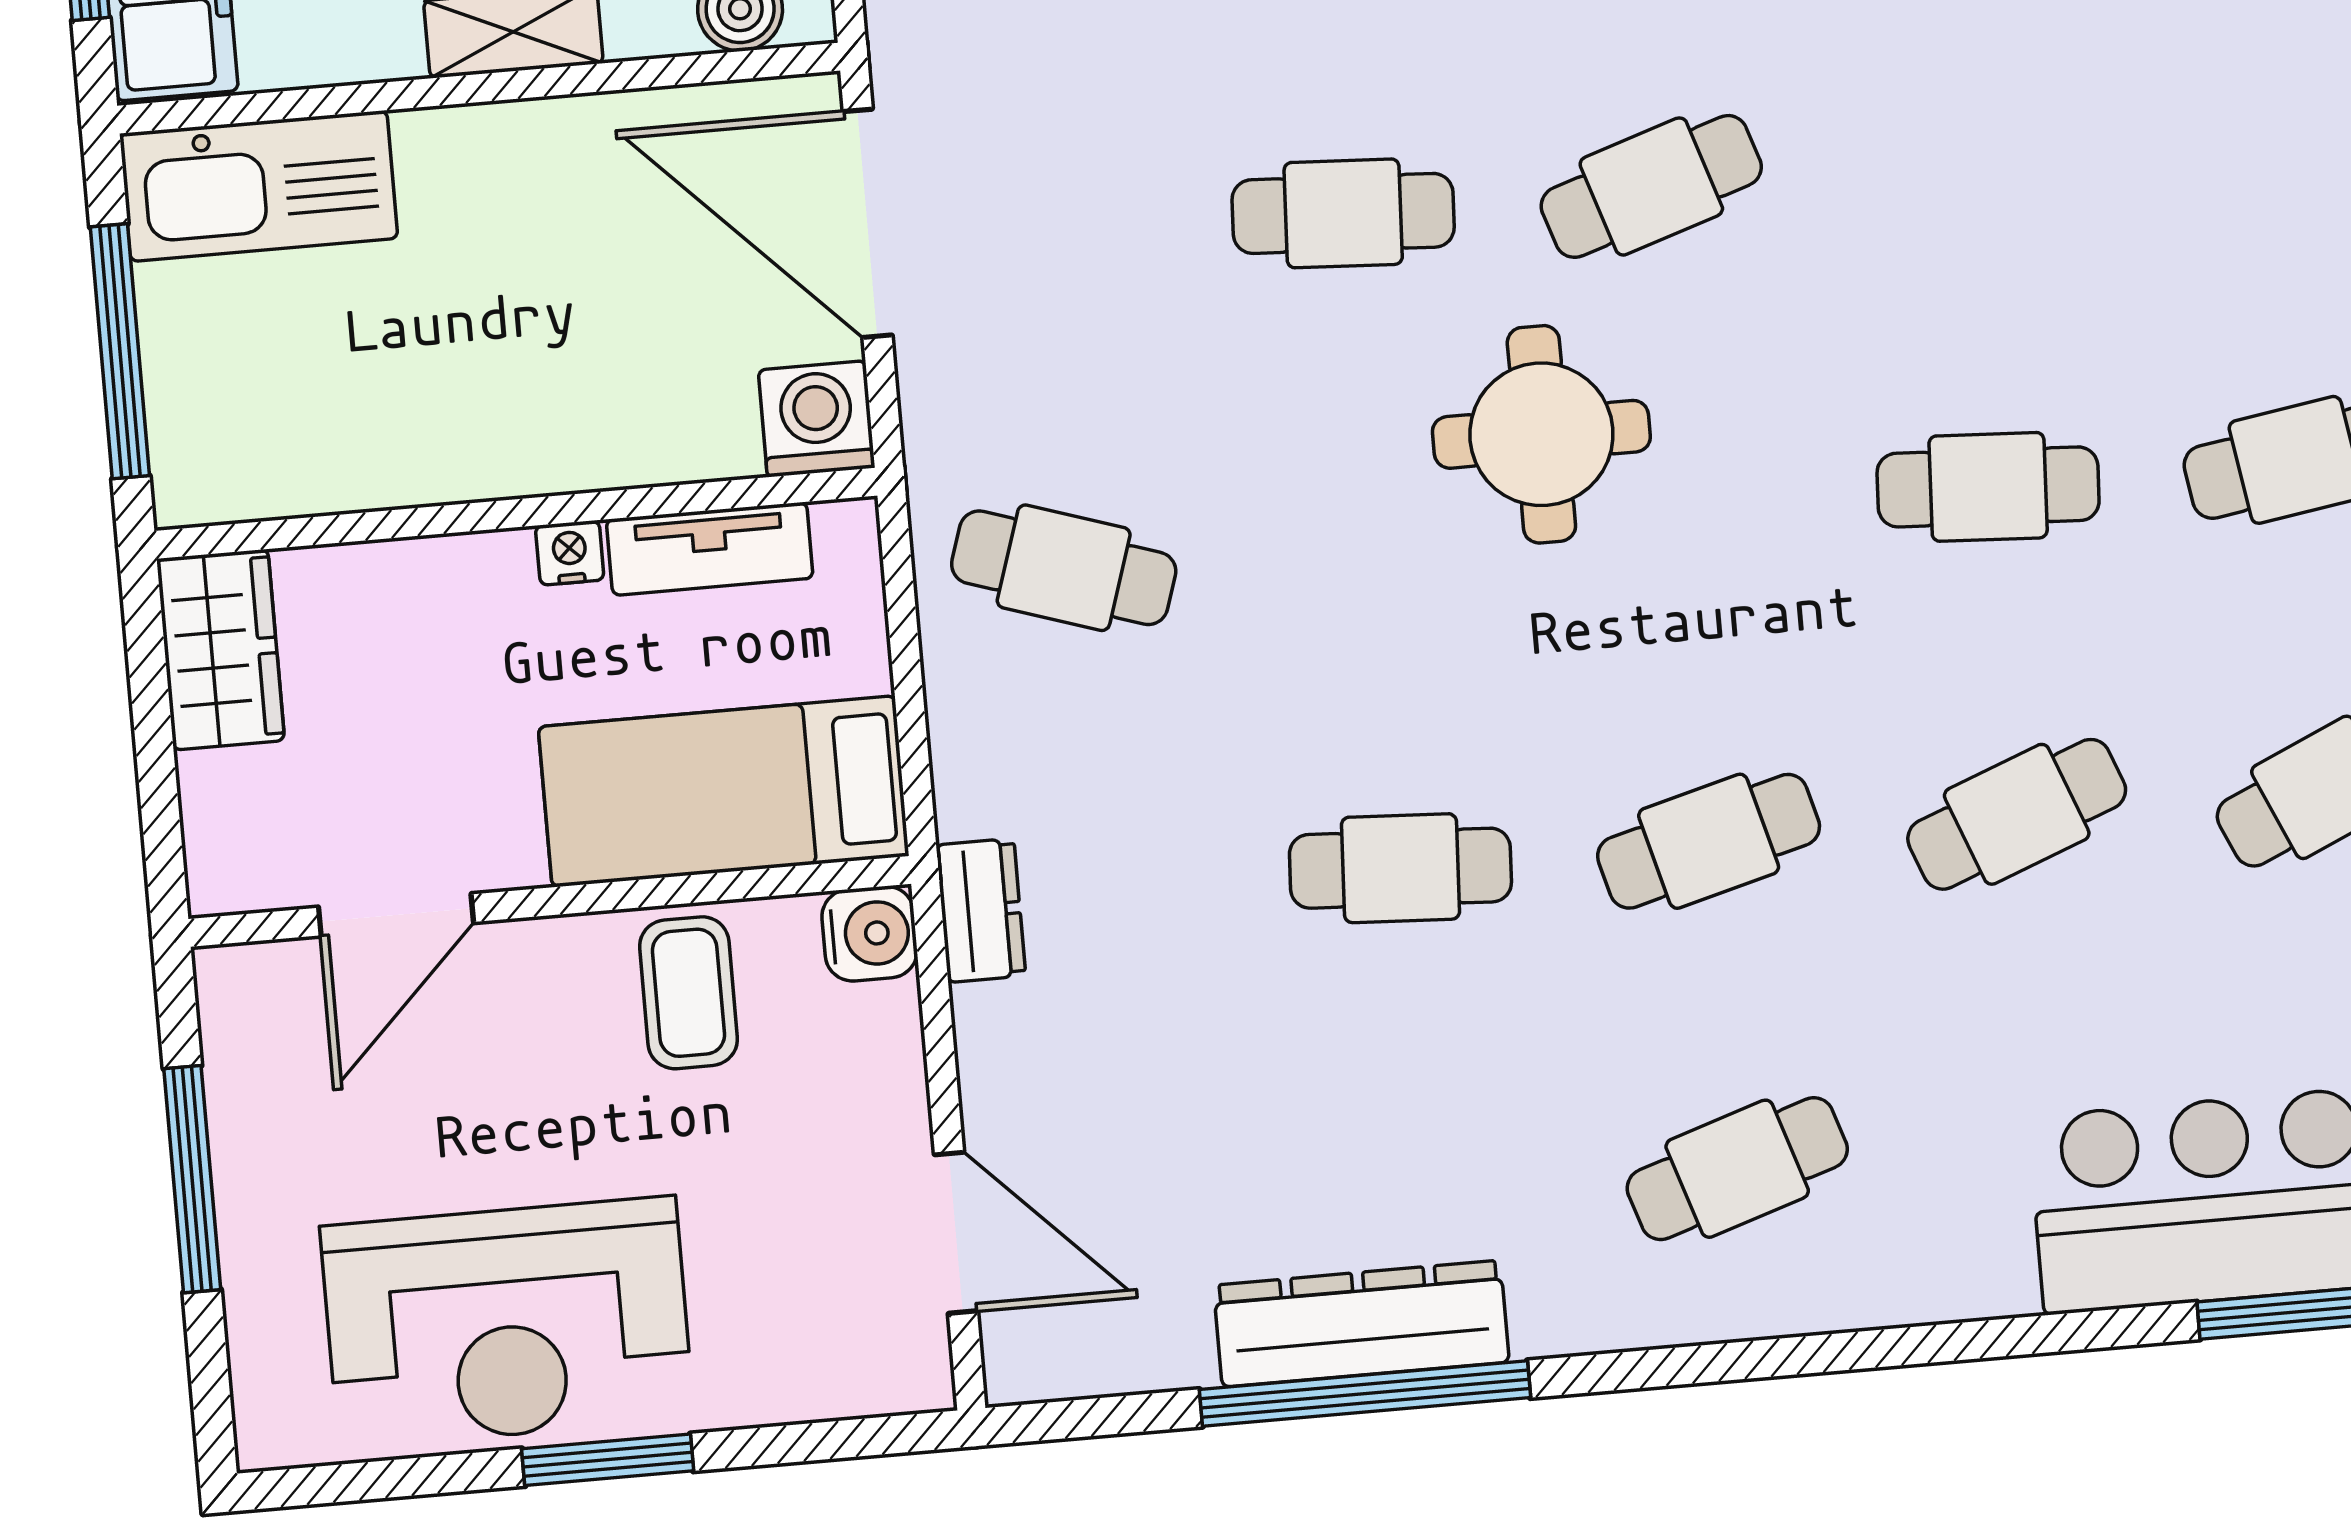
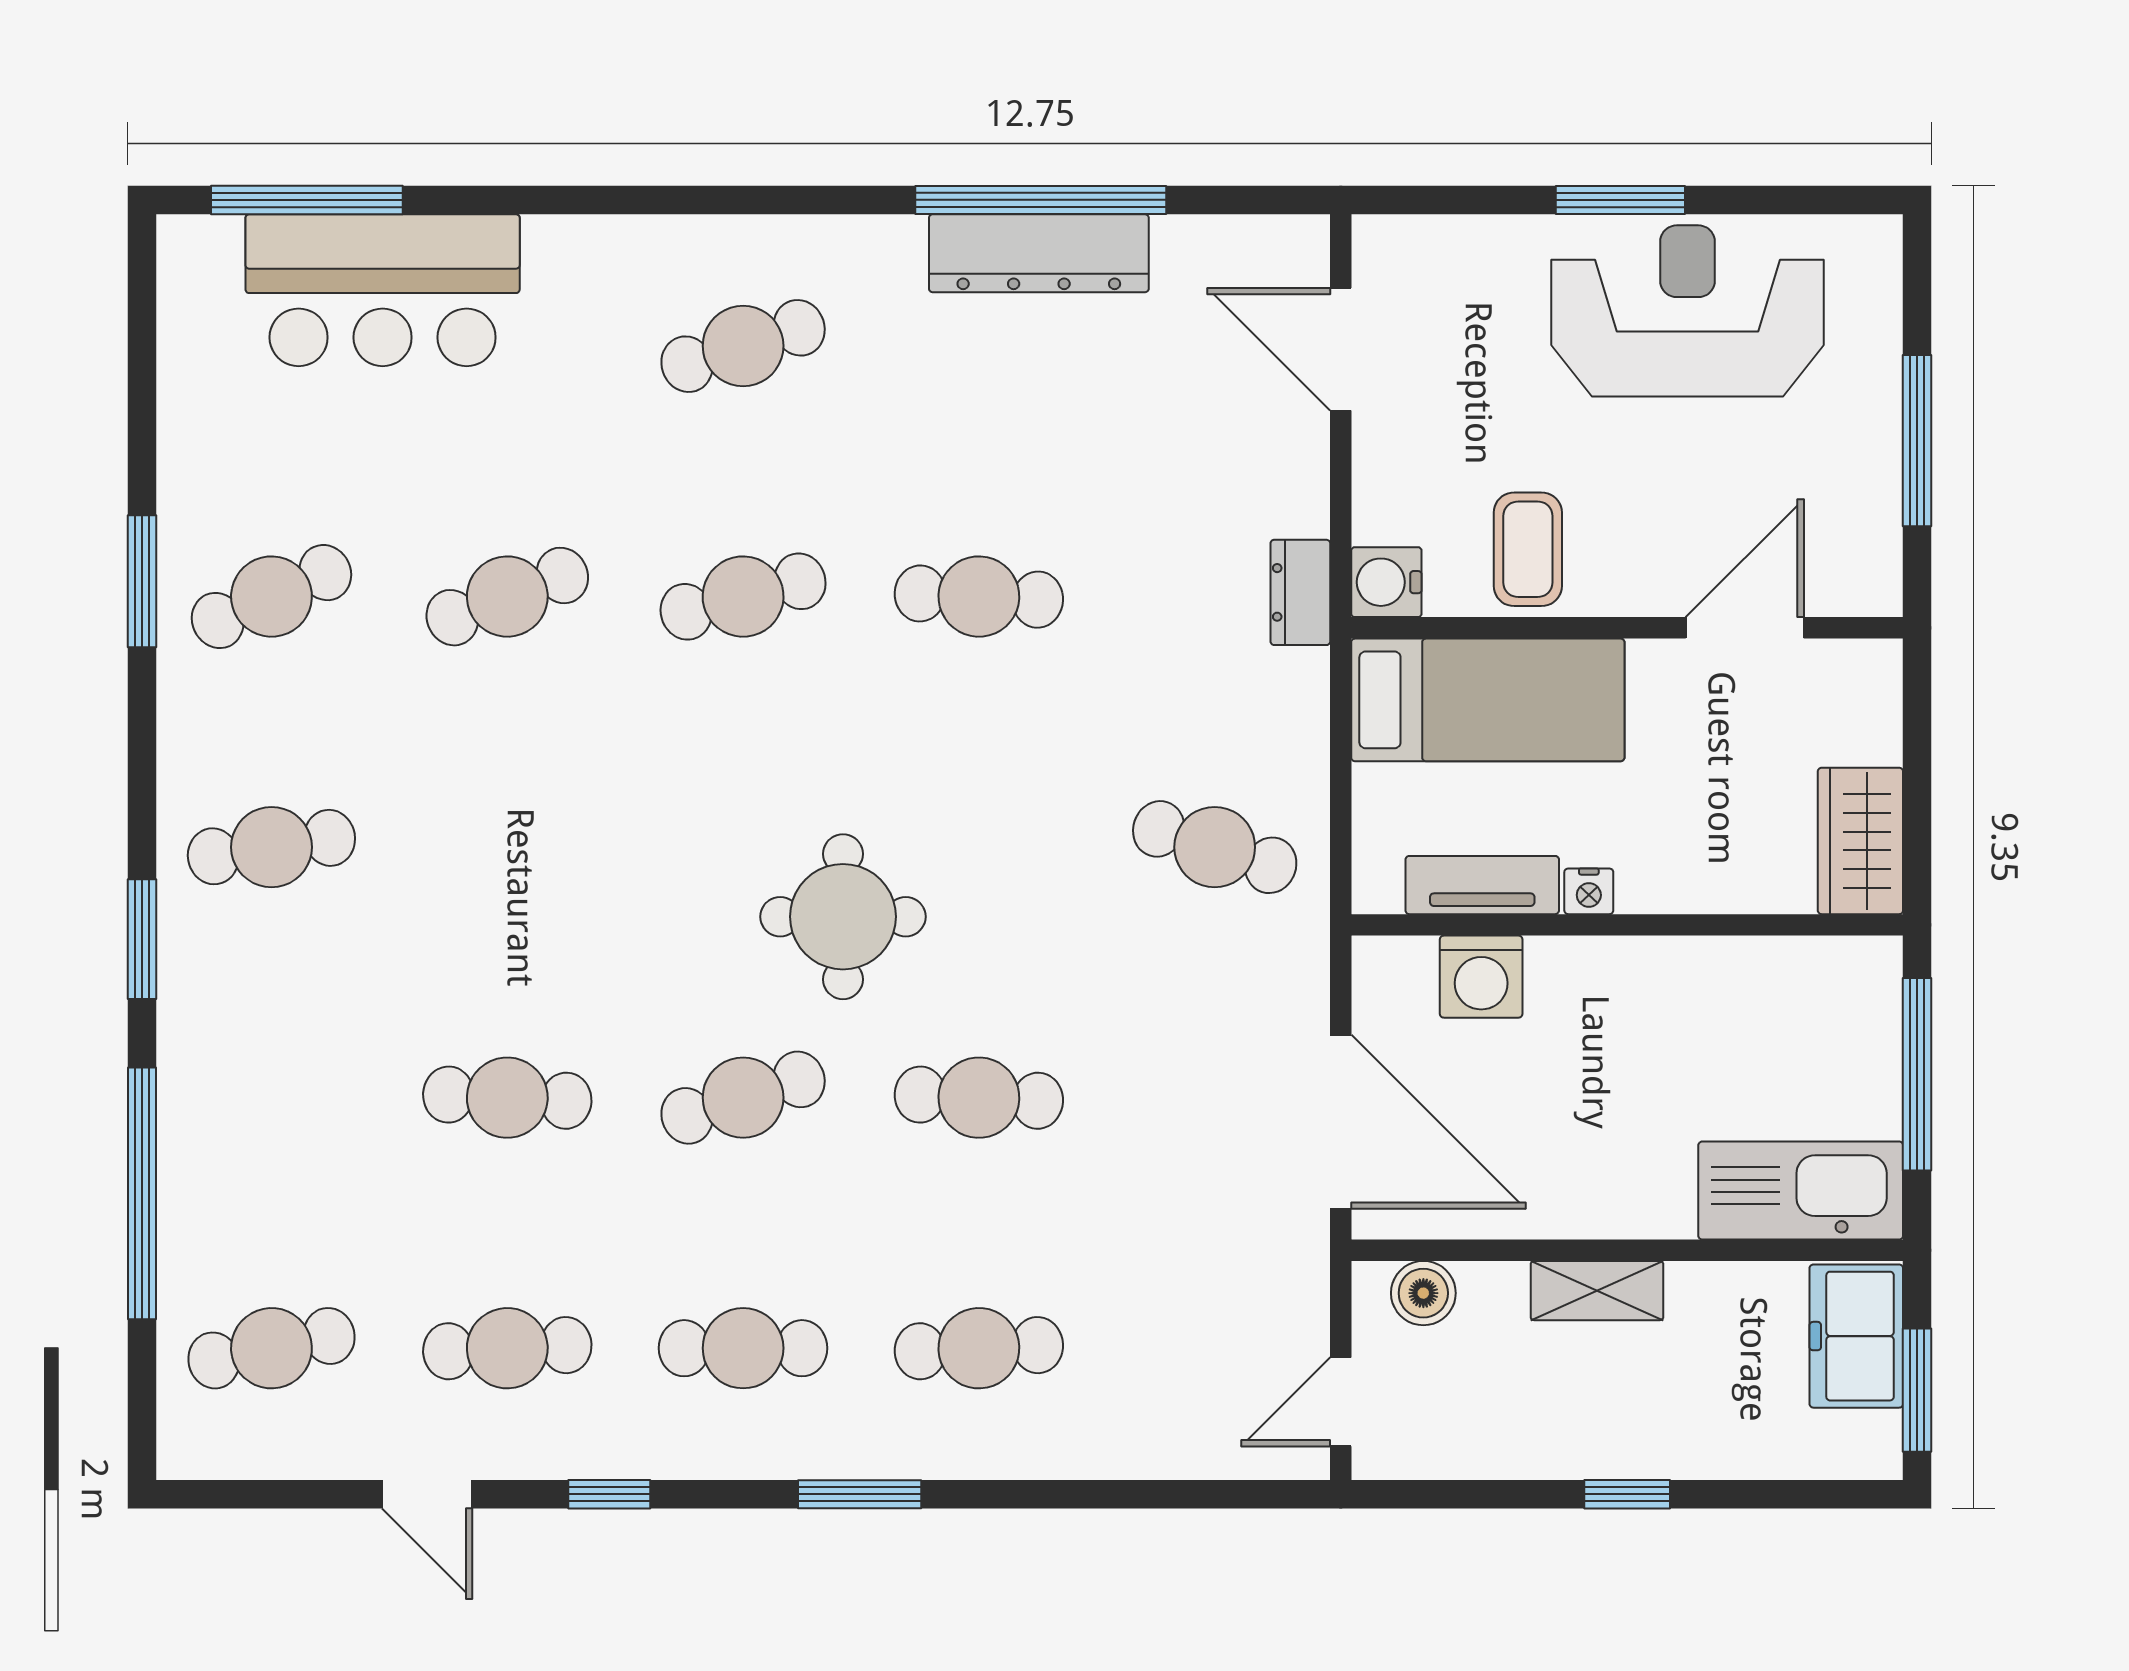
washing machine: (817, 419) -> (1481, 977), moved
cafe table: (1988, 487) -> (507, 1098), moved

